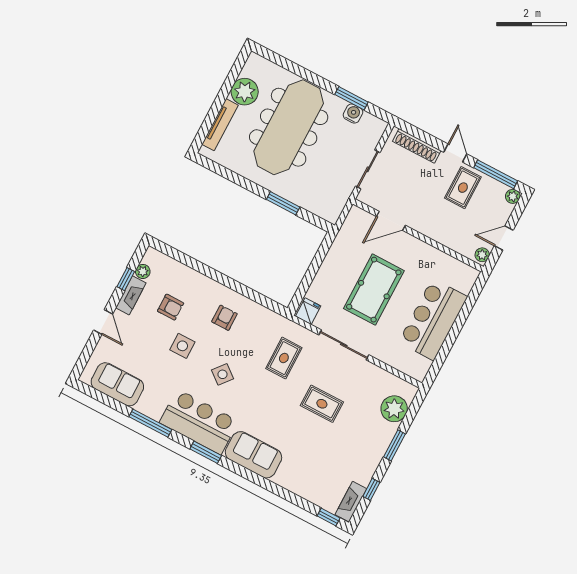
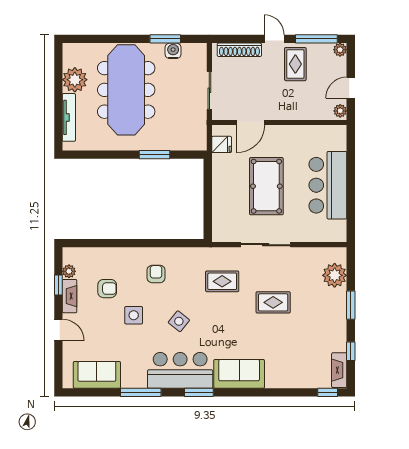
fridge: (308, 311) -> (222, 144), moved, turned 90
rug: (284, 358) -> (222, 281), turned 90

